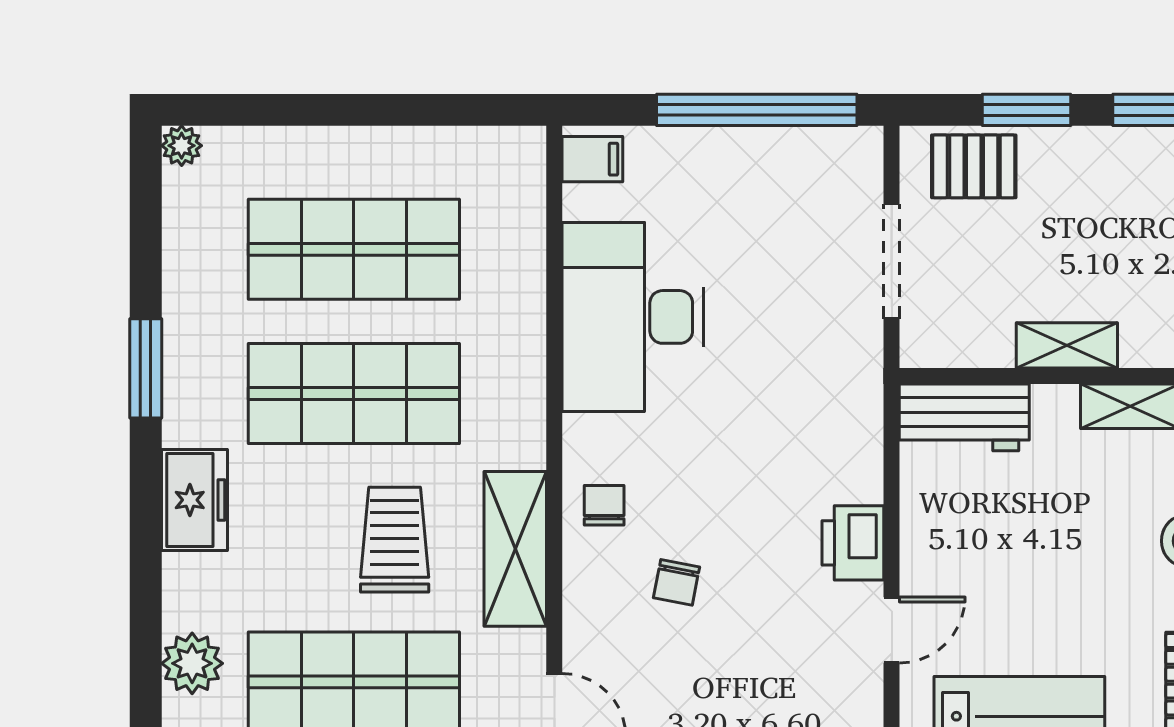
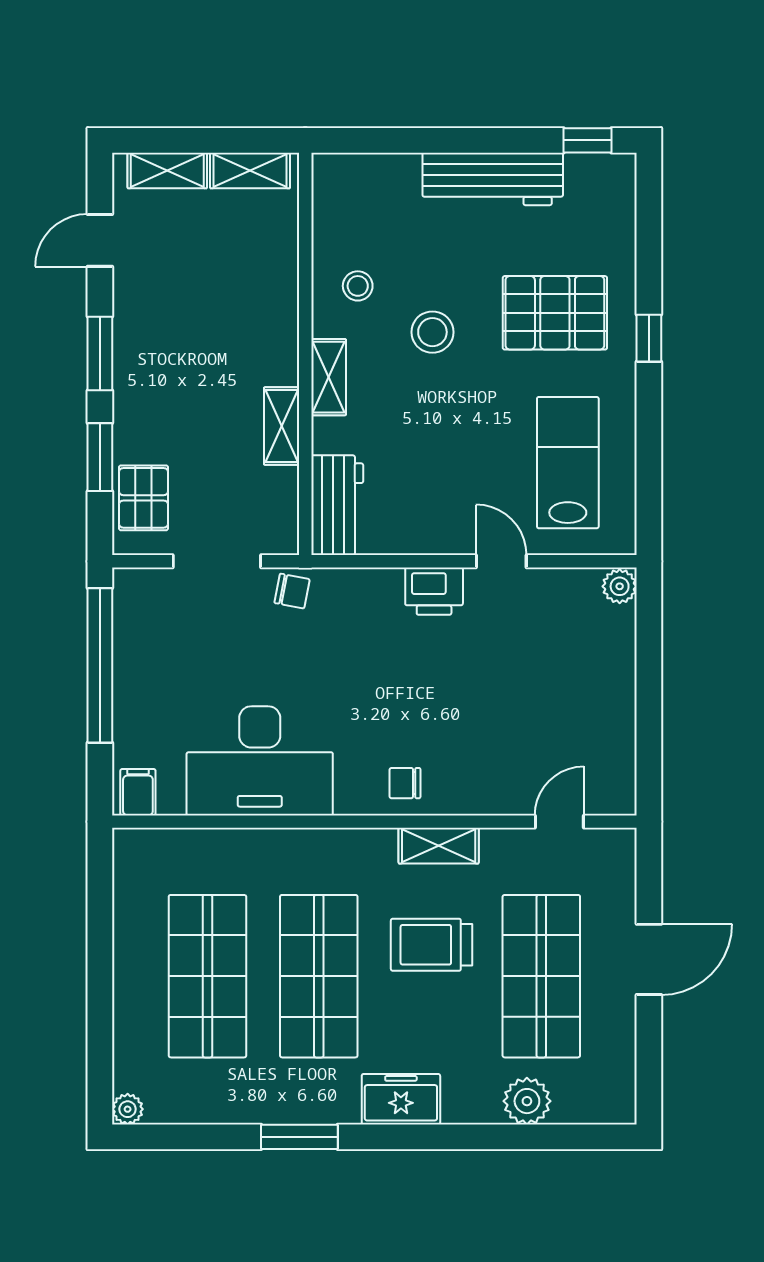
shelving: (515, 549) -> (439, 846), width x0.67, depth x0.75
chair: (677, 582) -> (292, 591), moved

